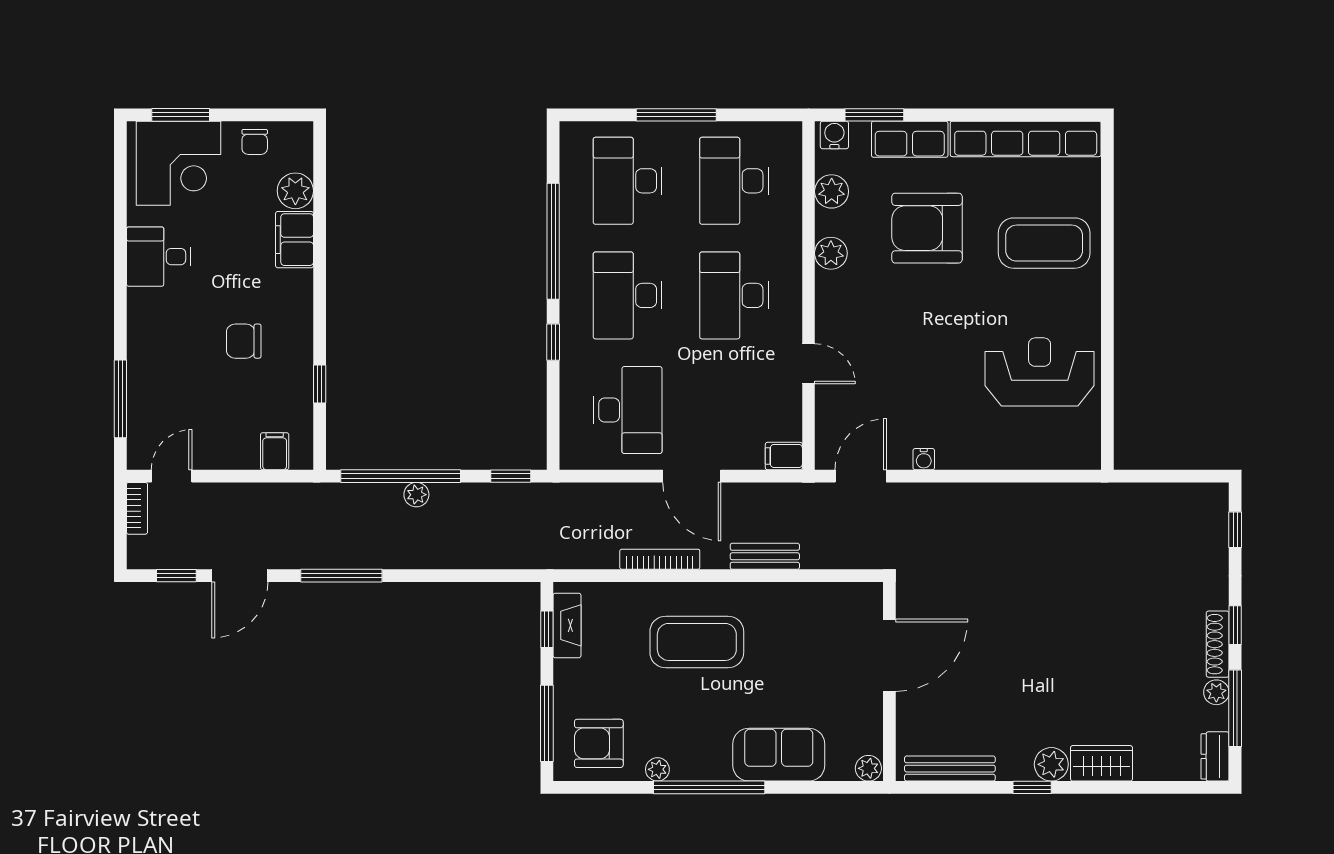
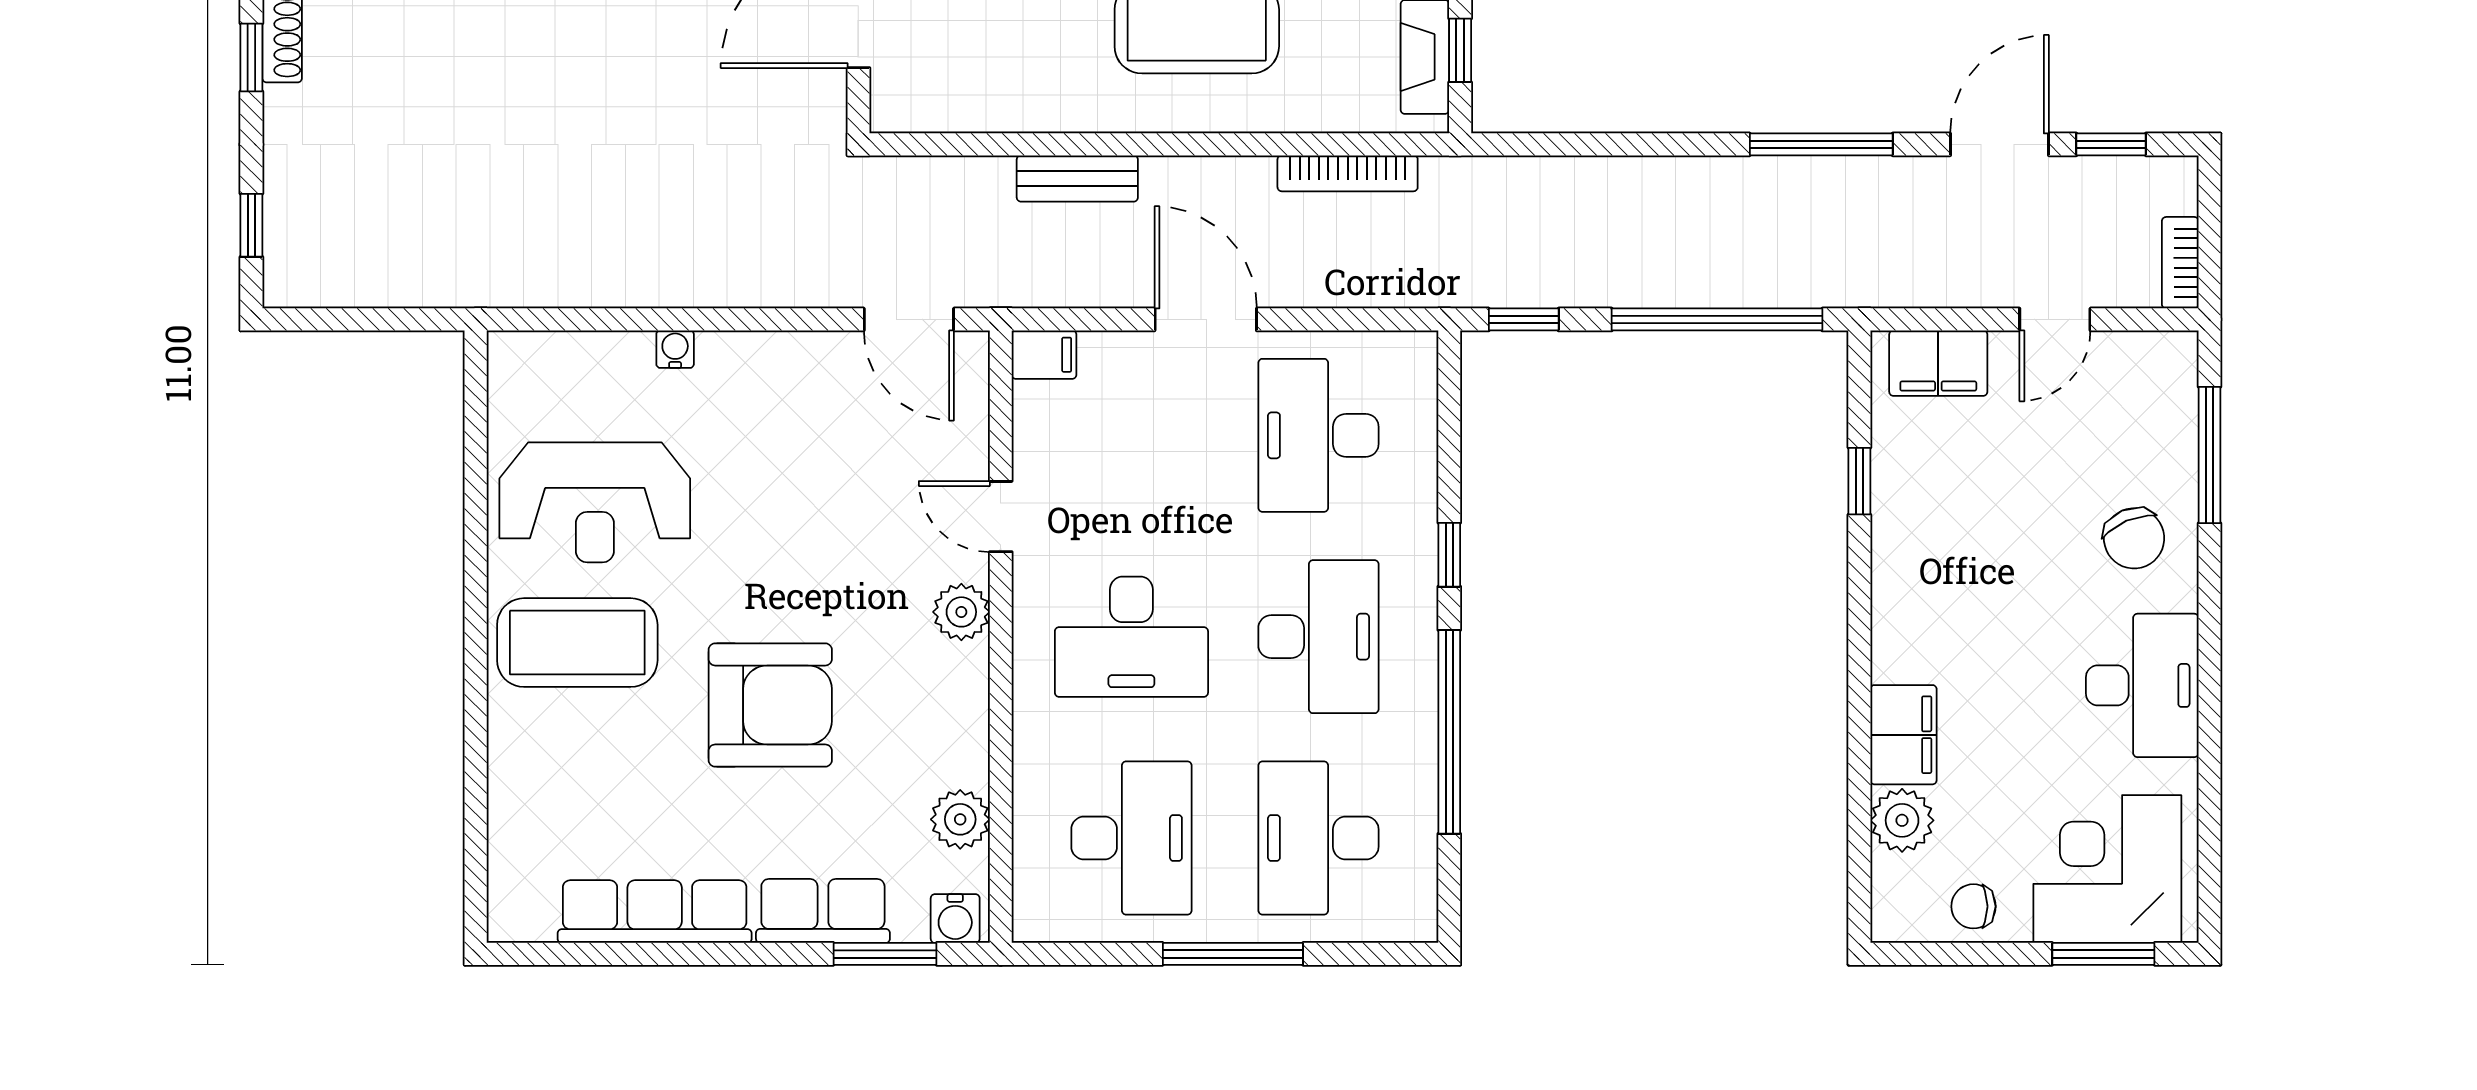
row of seats: (1026, 139) -> (655, 912), width x0.73
chair: (255, 142) -> (1973, 906), turned -90
desk: (628, 181) -> (1318, 838), turned 180
armchair: (927, 228) -> (770, 705), moved
coffee table: (1044, 243) -> (577, 643), moved
plant: (831, 253) -> (961, 612), moved
desk: (159, 257) -> (2142, 685), width x1.37
desk: (734, 295) -> (1131, 637), turned 90
chair: (244, 341) -> (2134, 538), moved, turned 67
filing cabinet: (275, 451) -> (1938, 363), width x2.00
water cooler: (924, 459) -> (675, 349), moved
door: (172, 476) -> (2055, 319), moved
door: (861, 476) -> (909, 319), hinge flipped
plant: (416, 495) -> (1689, 287), removed
bookcase: (660, 559) -> (1348, 173), moved

